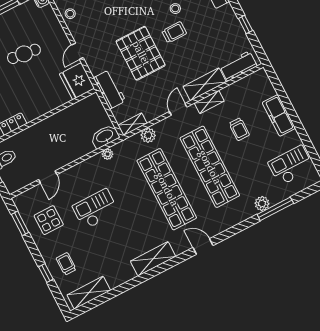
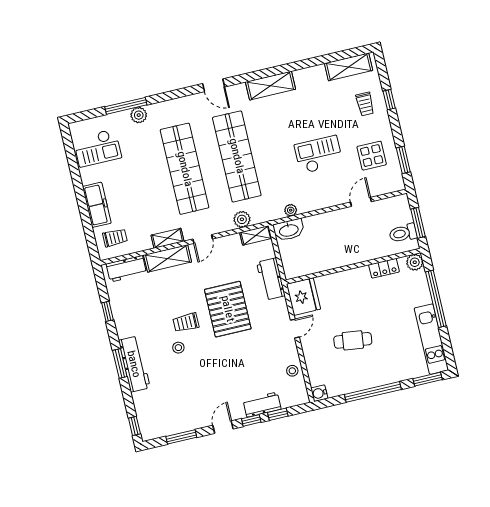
trolley: (239, 129) -> (115, 238), moved, turned 90
checkout: (95, 209) -> (319, 155), turned 180

